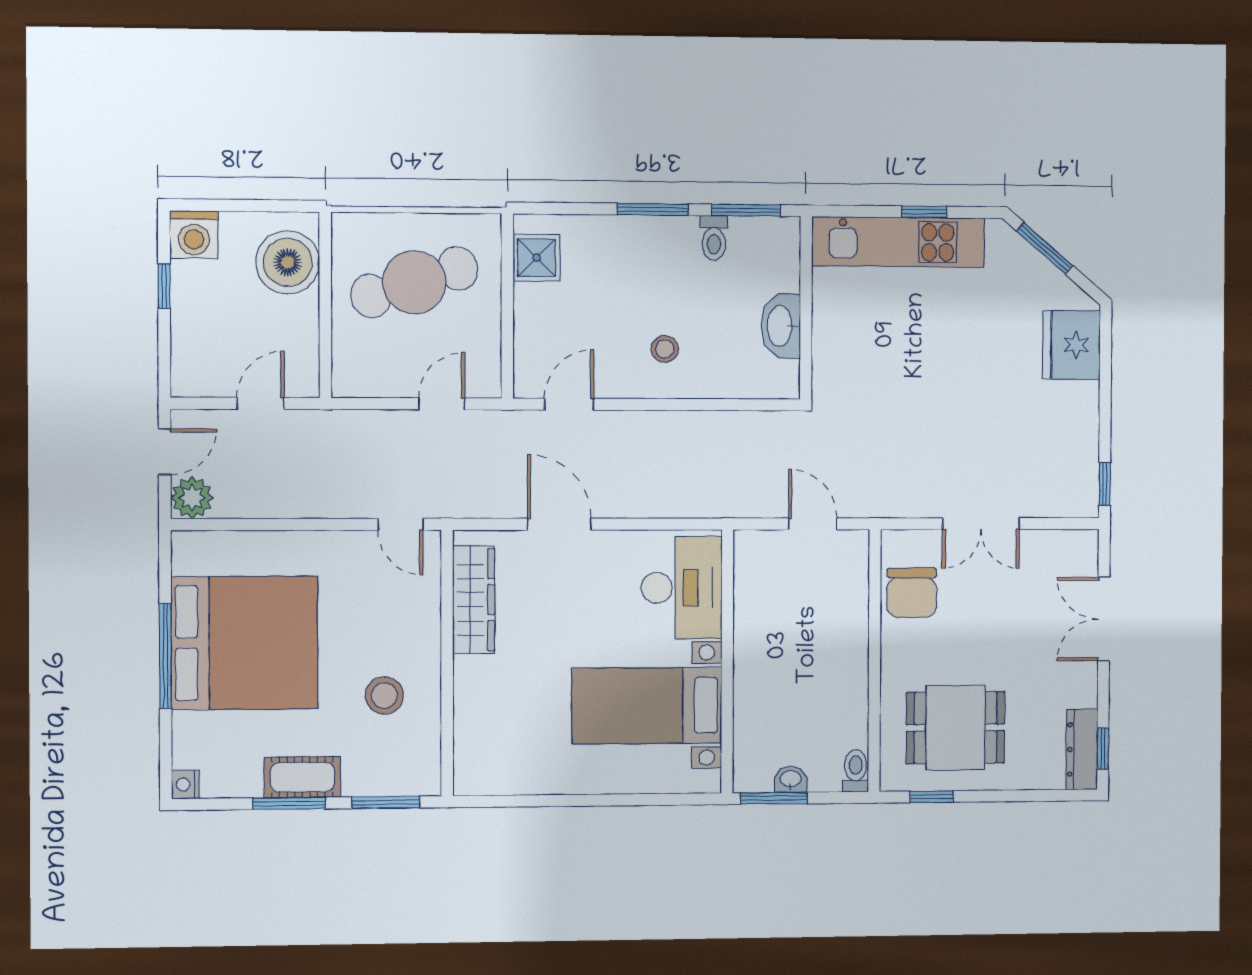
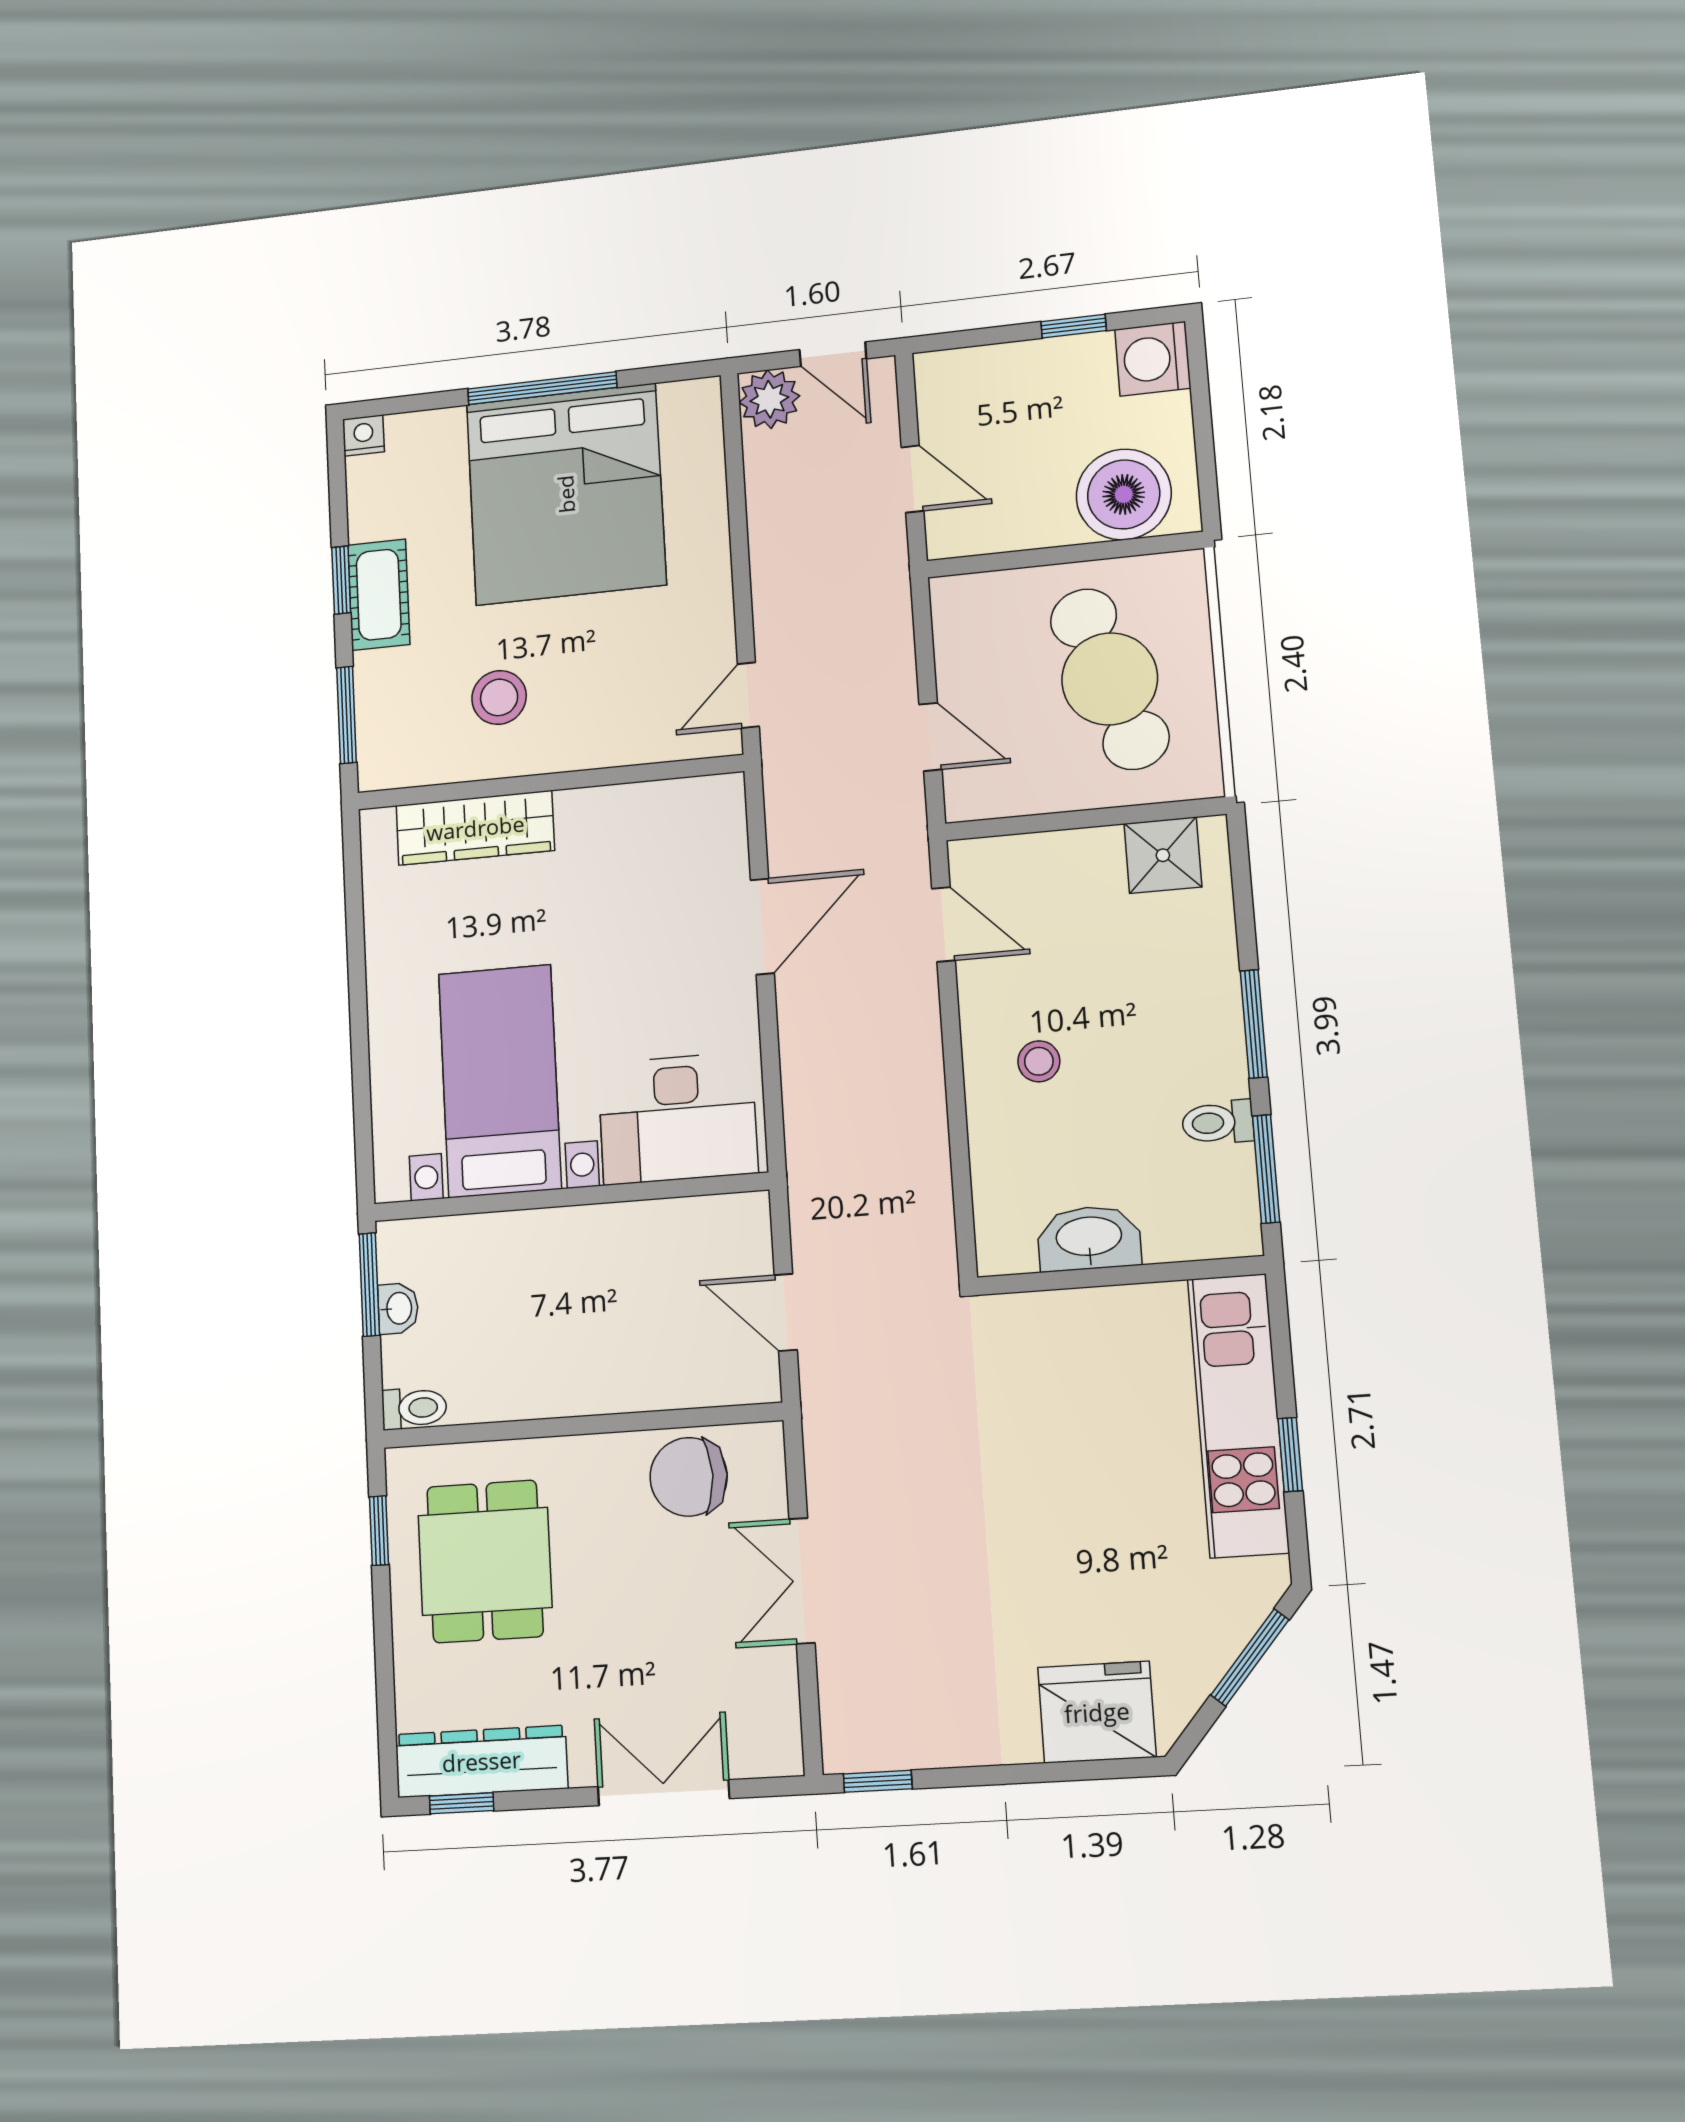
door: (813, 524) -> (786, 1312), swing flipped
wardrobe: (474, 600) -> (475, 828), moved
dresser: (1082, 749) -> (481, 1761), width x1.37, depth x1.24
window: (289, 803) -> (341, 580), width x0.67

